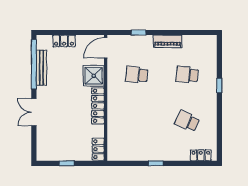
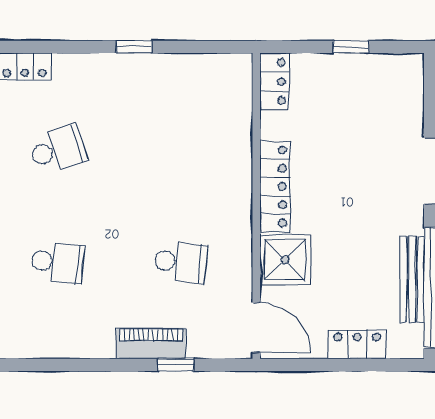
piano: (167, 41) -> (151, 343), moved
door: (106, 48) -> (256, 328), hinge flipped
school desk: (187, 121) -> (58, 149), turned -42

